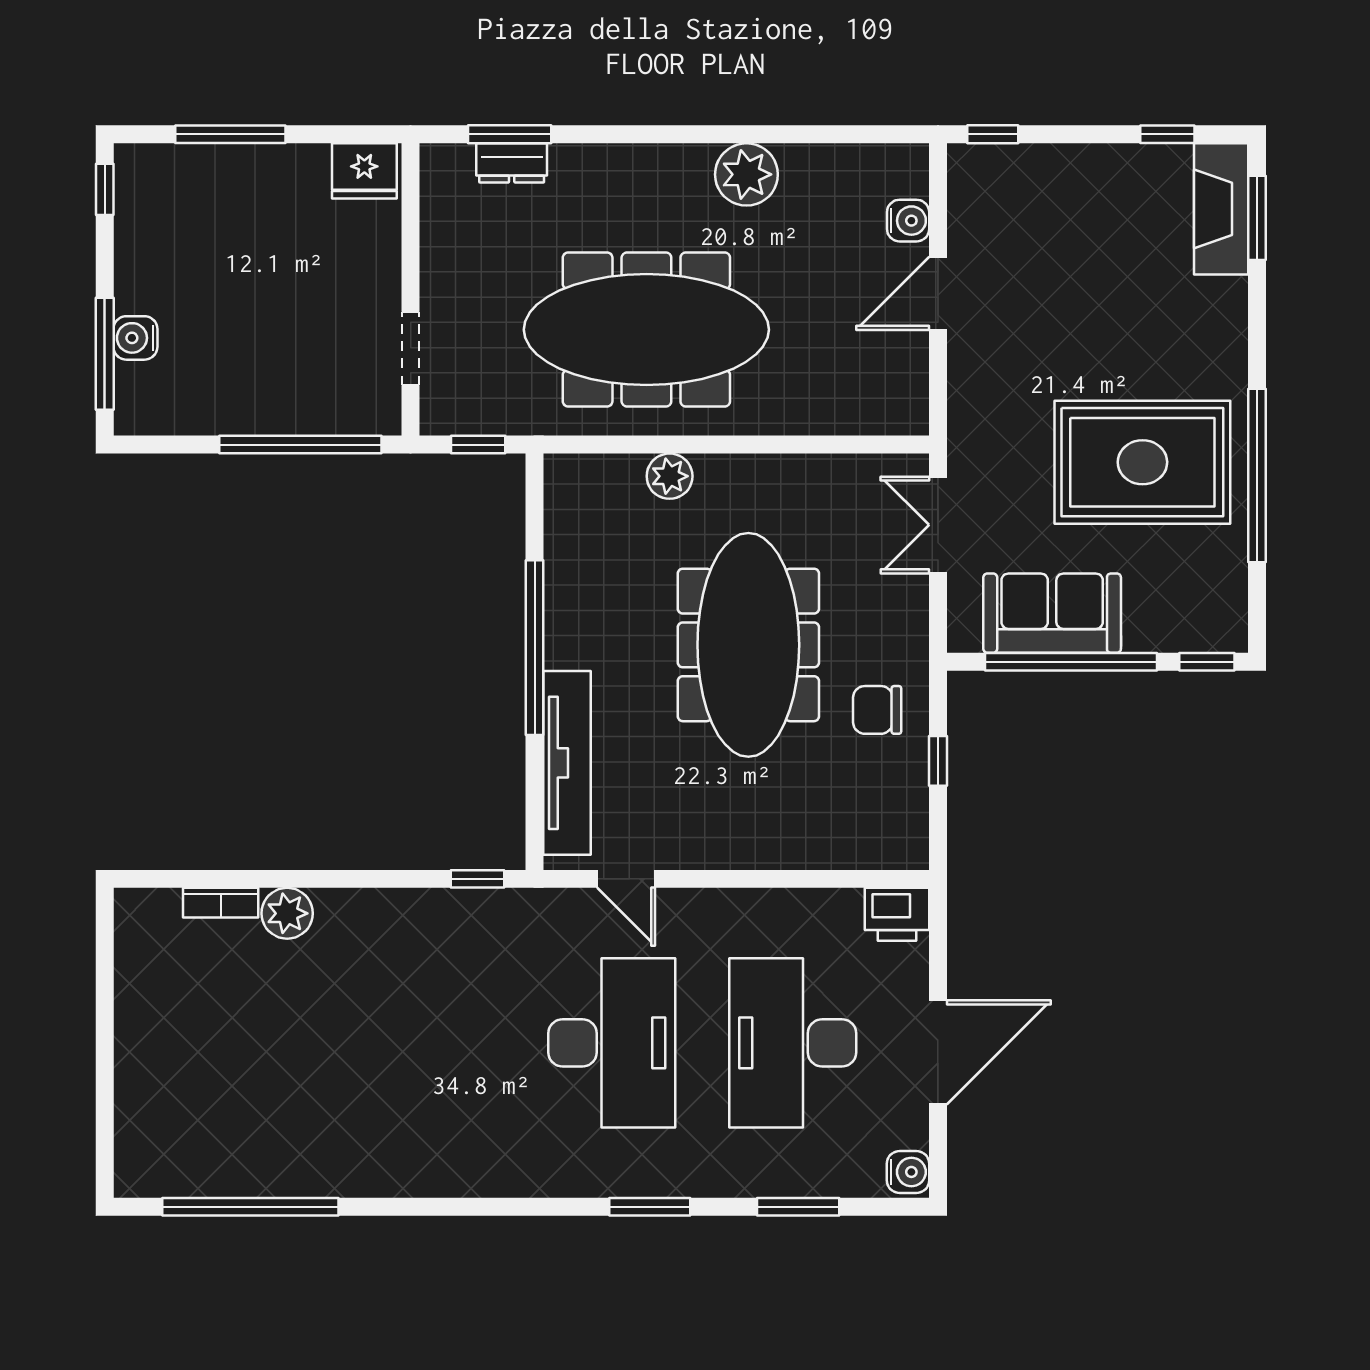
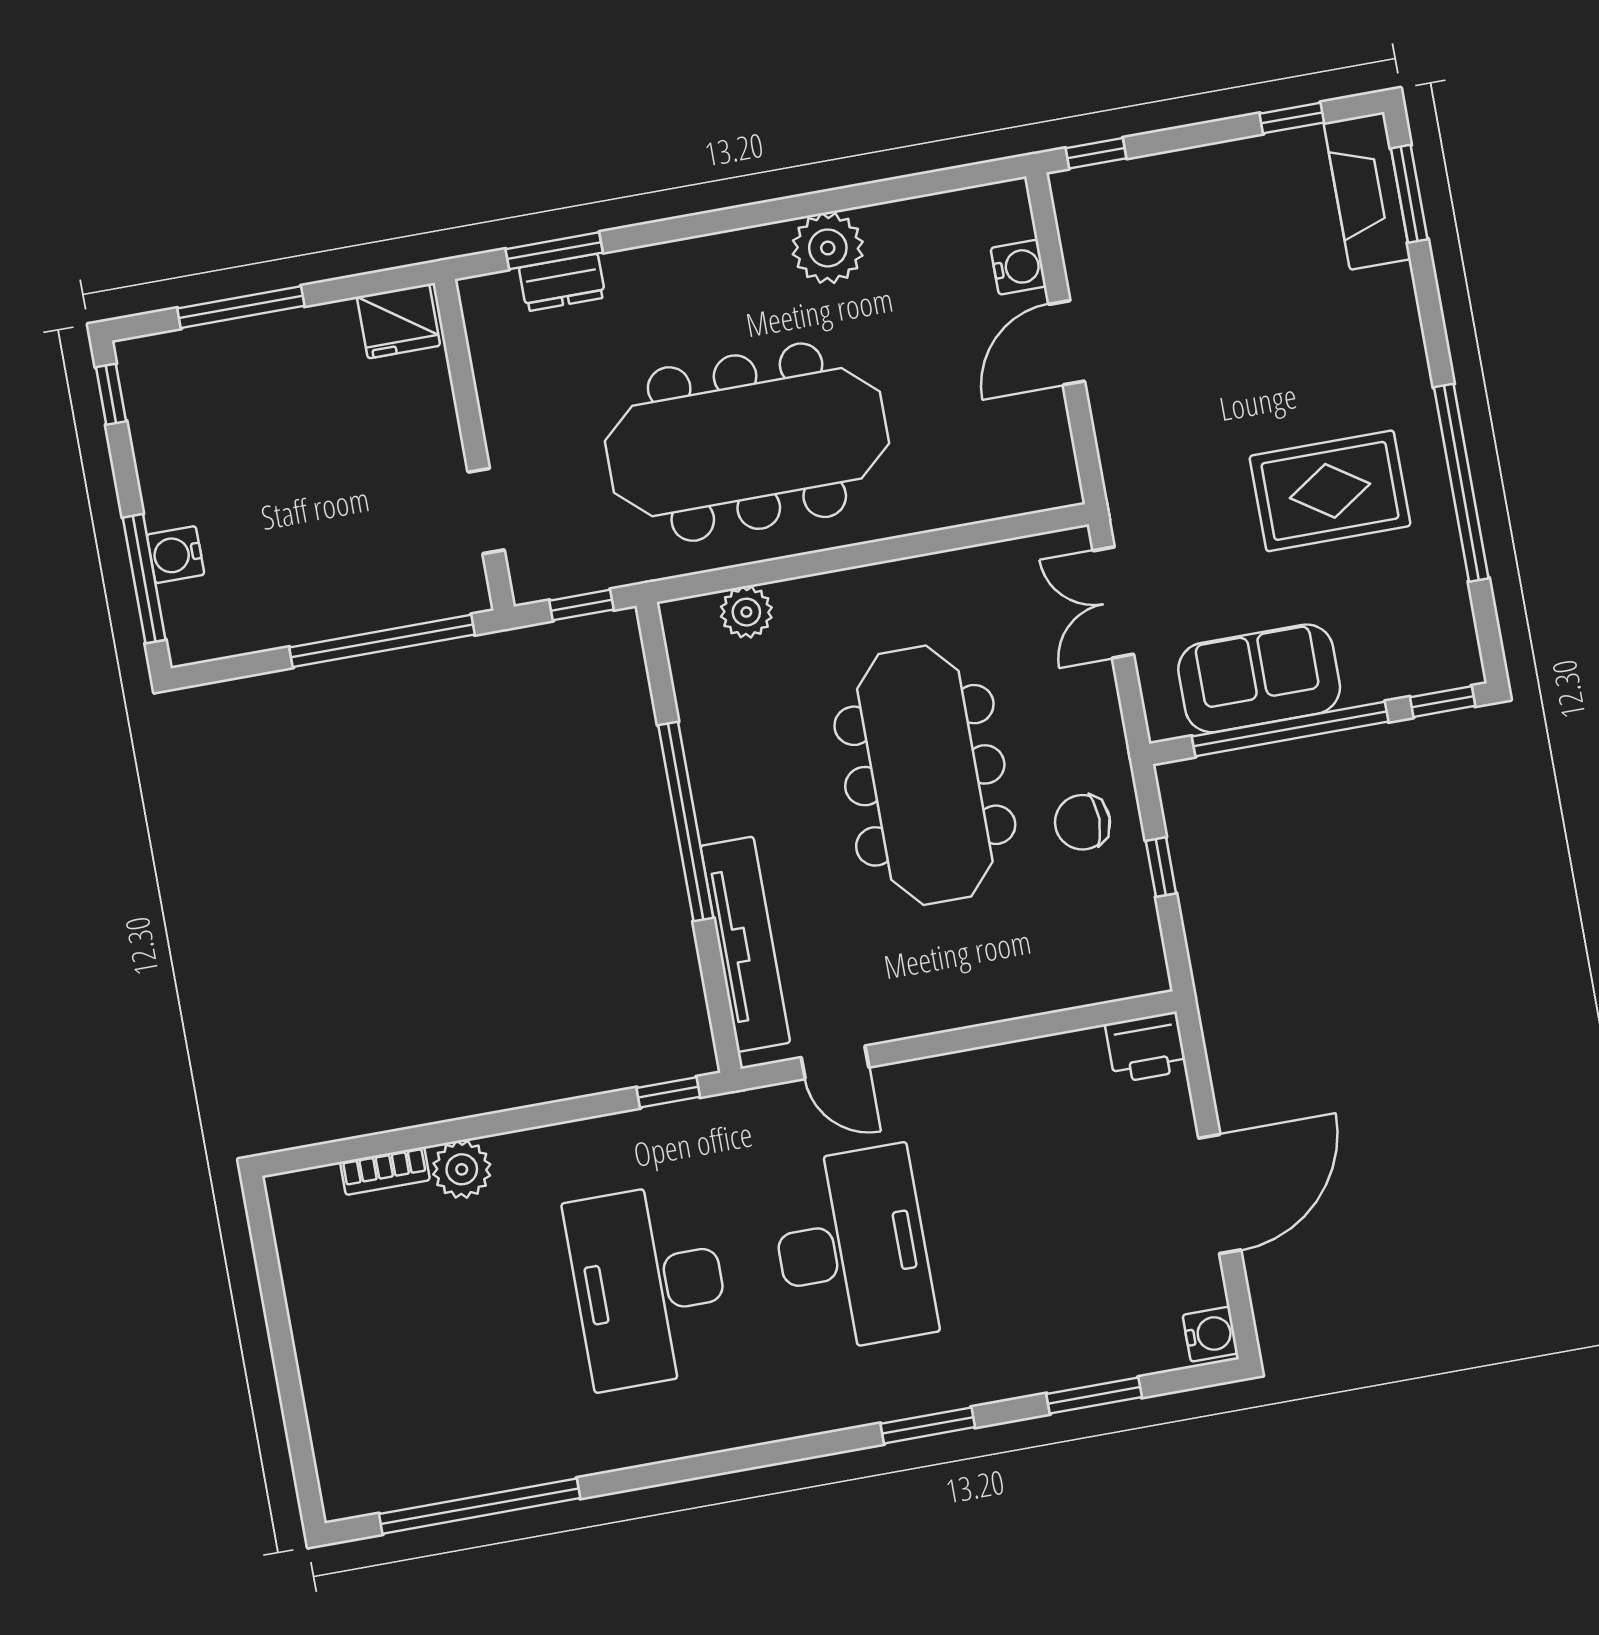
rug: (1142, 462) -> (1330, 491), width x0.73, depth x0.69
plant: (670, 476) -> (746, 612), moved
desk: (793, 1043) -> (649, 1286), moved

